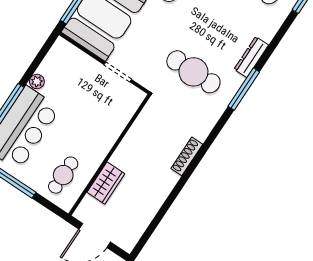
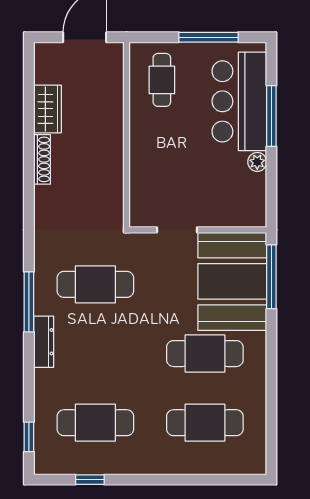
shoe rack: (187, 156) -> (42, 159), moved
wardrobe: (106, 183) -> (47, 109), moved, turned 180

